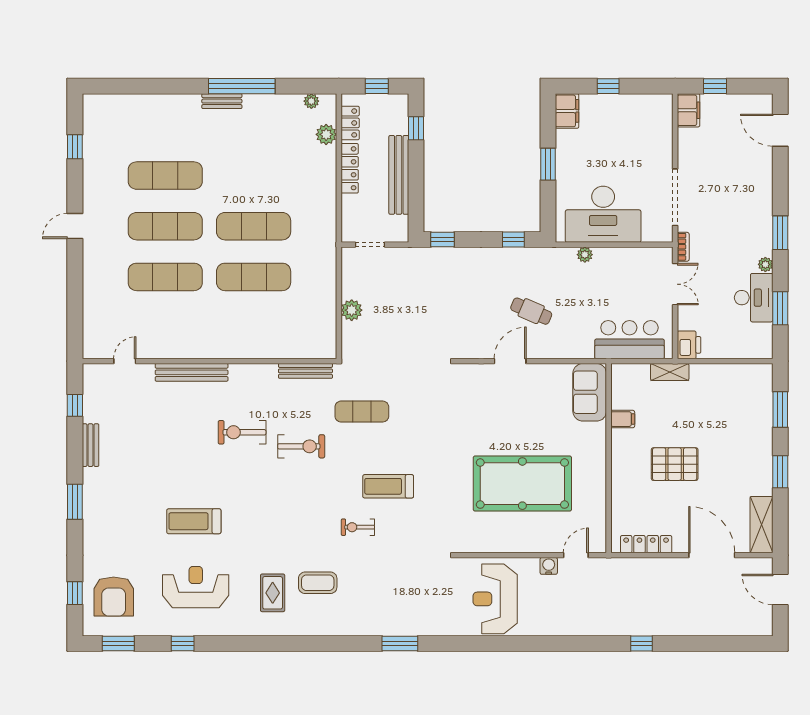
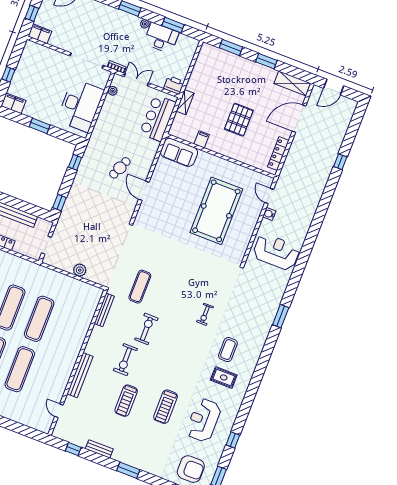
plant: (585, 255) -> (113, 91), moved
treadmill: (388, 486) -> (126, 401), moved
reception desk: (495, 599) -> (276, 252), turned 180
window: (642, 644) -> (340, 162), moved

